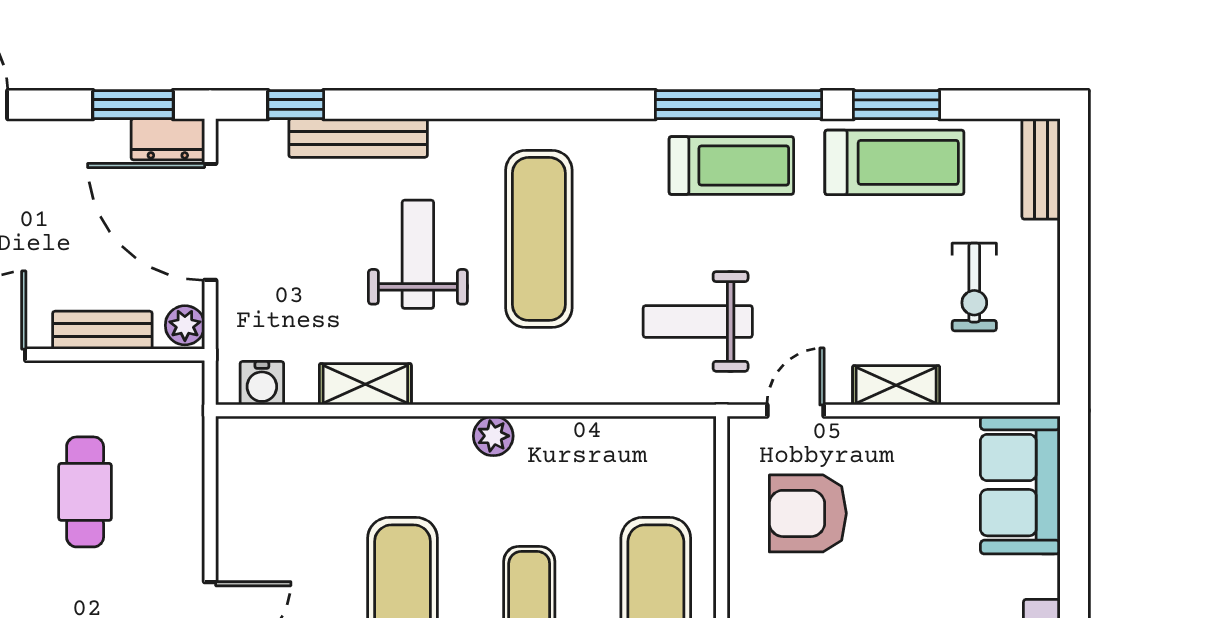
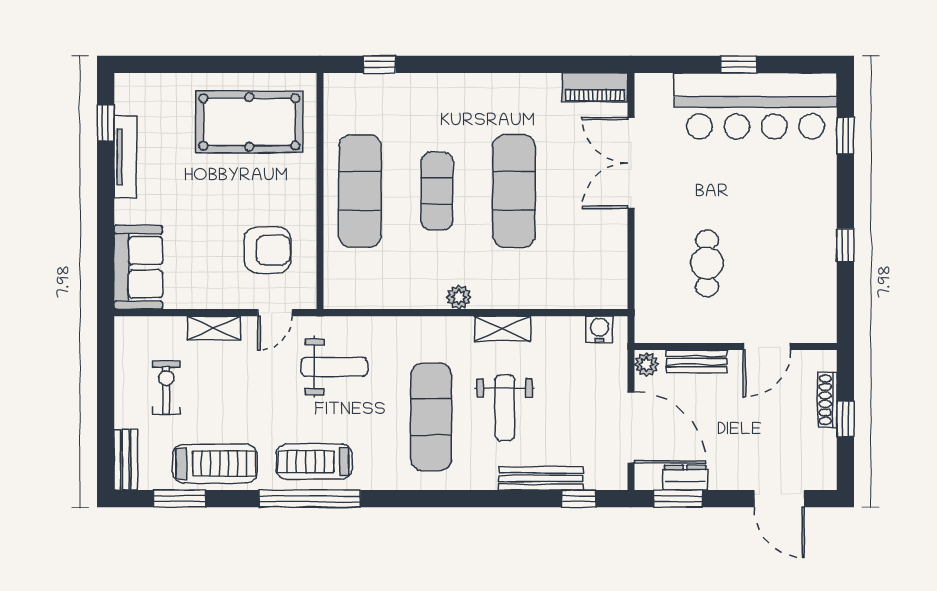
window: (896, 105) -> (179, 499), moved
dresser: (168, 139) -> (685, 478), moved
treadmill: (894, 162) -> (215, 464), turned 180
shelving: (365, 384) -> (503, 329), moved

